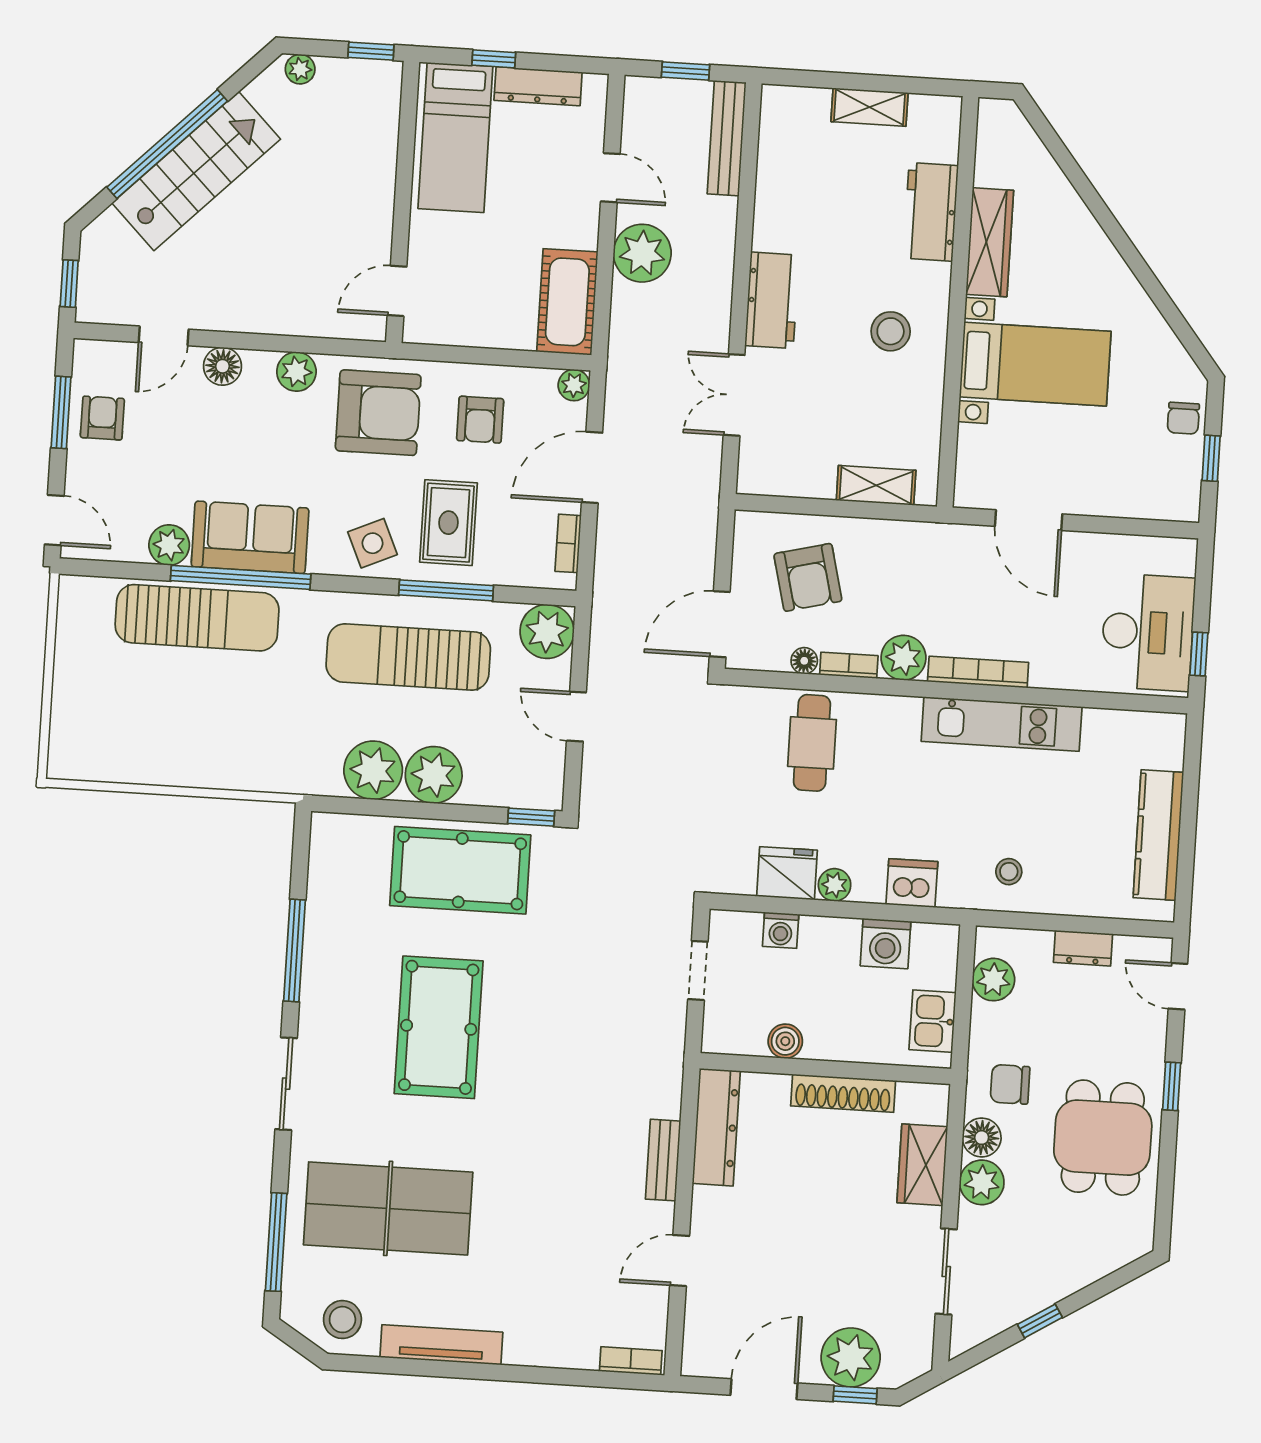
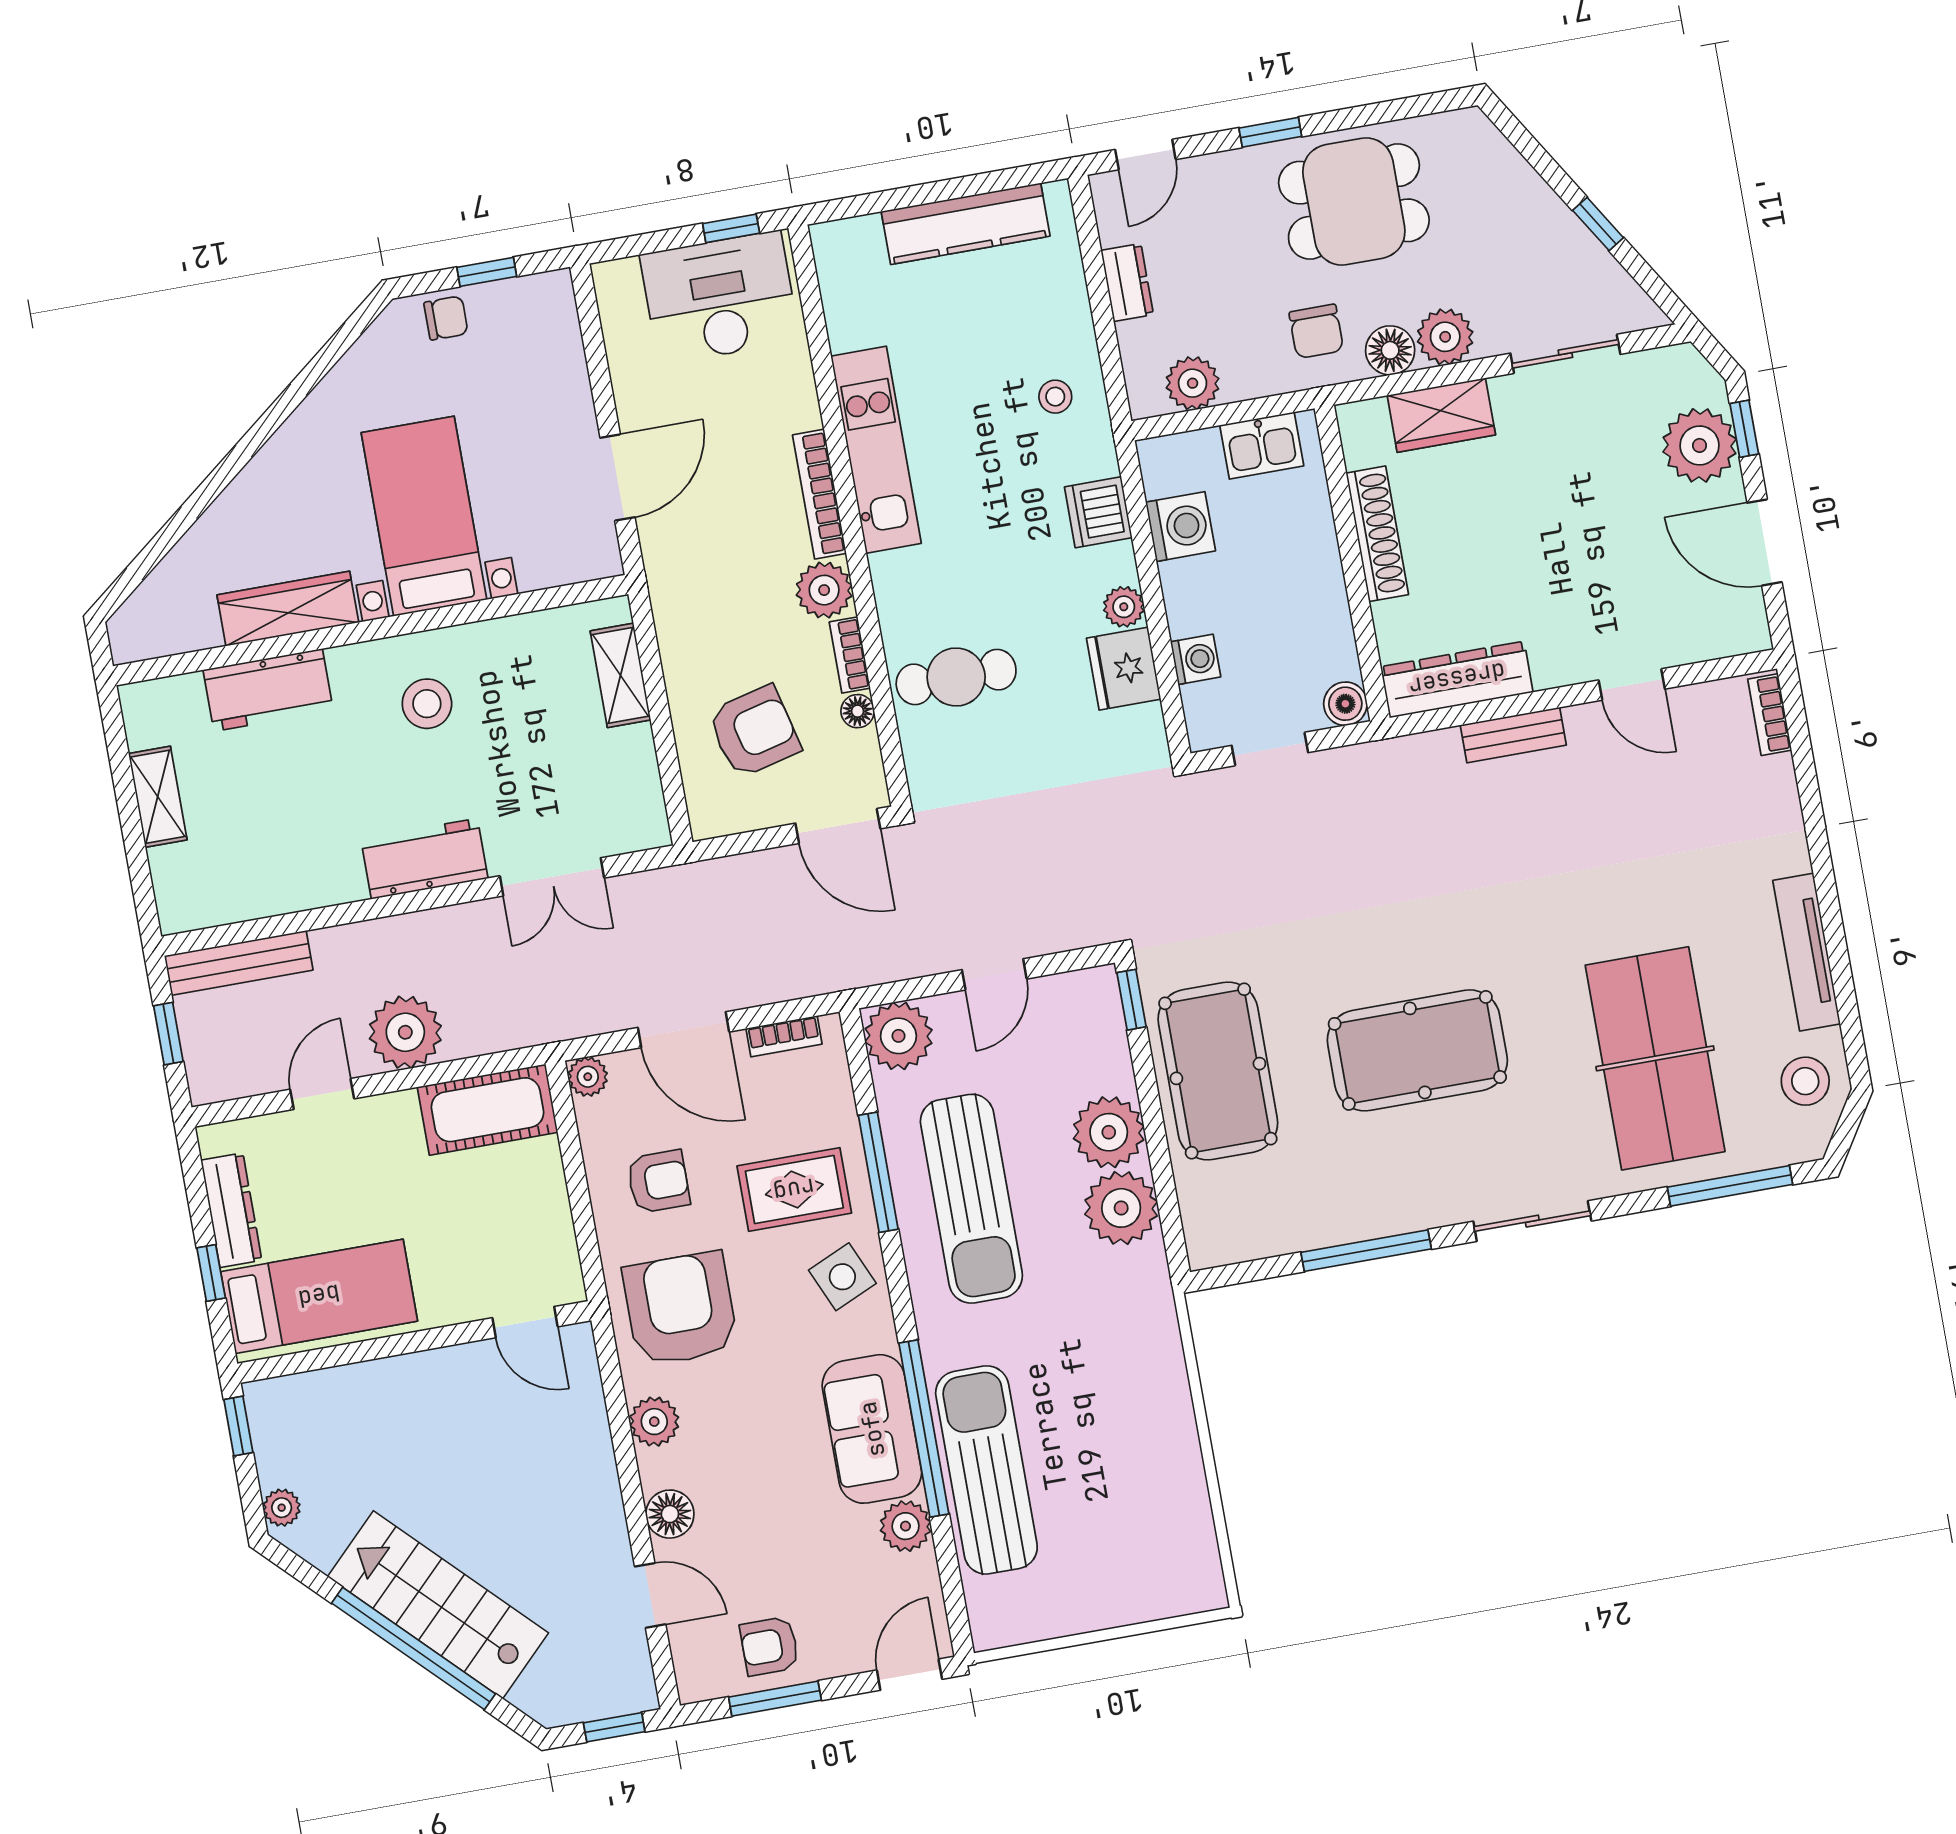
boiler: (785, 1041) -> (1345, 704), moved

